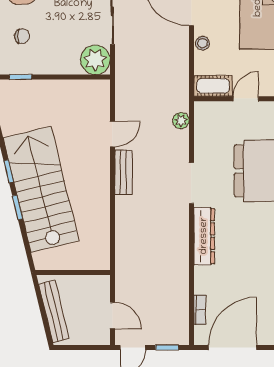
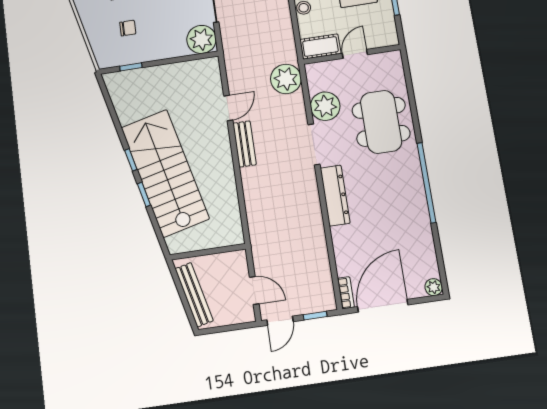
plant: (181, 121) -> (286, 79), width x1.87, depth x1.87
plant: (208, 147) -> (325, 106), added
bookcase: (200, 310) -> (346, 293), moved

